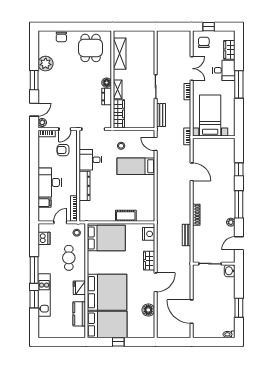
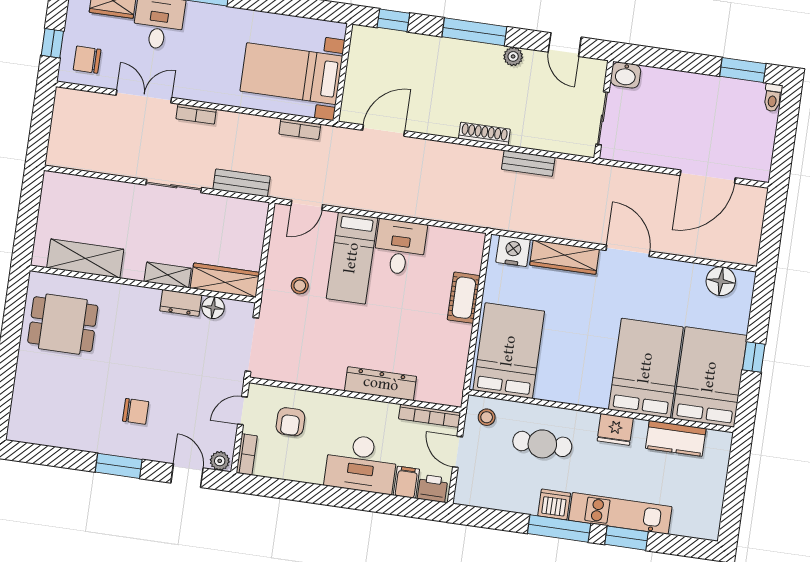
chair: (61, 37) -> (136, 411), moved
plant: (46, 64) -> (84, 434), removed
floor lamp: (107, 83) -> (213, 308), moved
bed with nightstands: (210, 115) -> (291, 74), moved
door: (65, 129) -> (242, 411), swing flipped
wall: (214, 137) -> (343, 72), moved
desk: (90, 160) -> (400, 247), moved, turned 180
printer: (43, 214) -> (433, 488), added
dishwasher: (44, 238) -> (554, 504), moved
wardrobe: (149, 261) -> (564, 257), width x1.50
bed: (107, 292) -> (646, 368), width x0.73
window: (239, 308) -> (743, 70), moved
floor lamp: (148, 310) -> (721, 281), moved

